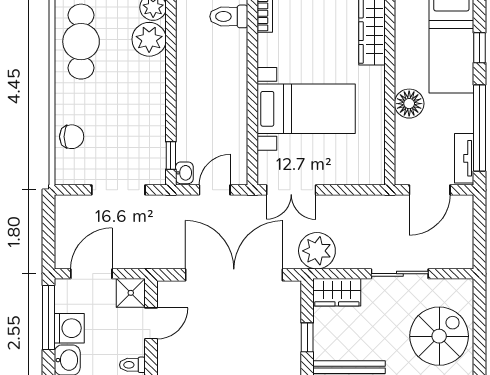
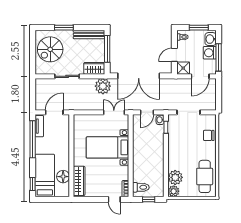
window: (479, 48) -> (33, 184), moved
floor lamp: (409, 104) -> (63, 177), moved
window: (307, 337) -> (107, 49), width x2.17

